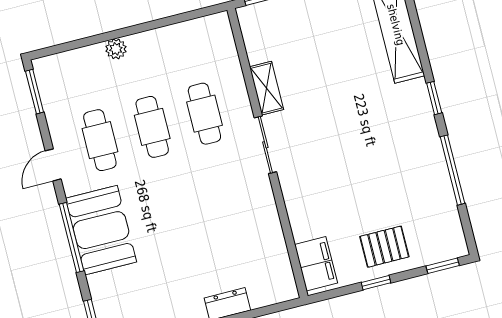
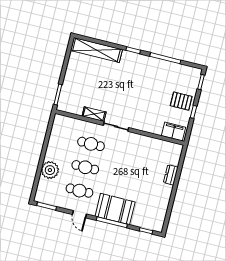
plant: (116, 49) -> (50, 170), width x1.87, depth x1.87
pallet: (384, 247) -> (181, 101), turned 90

